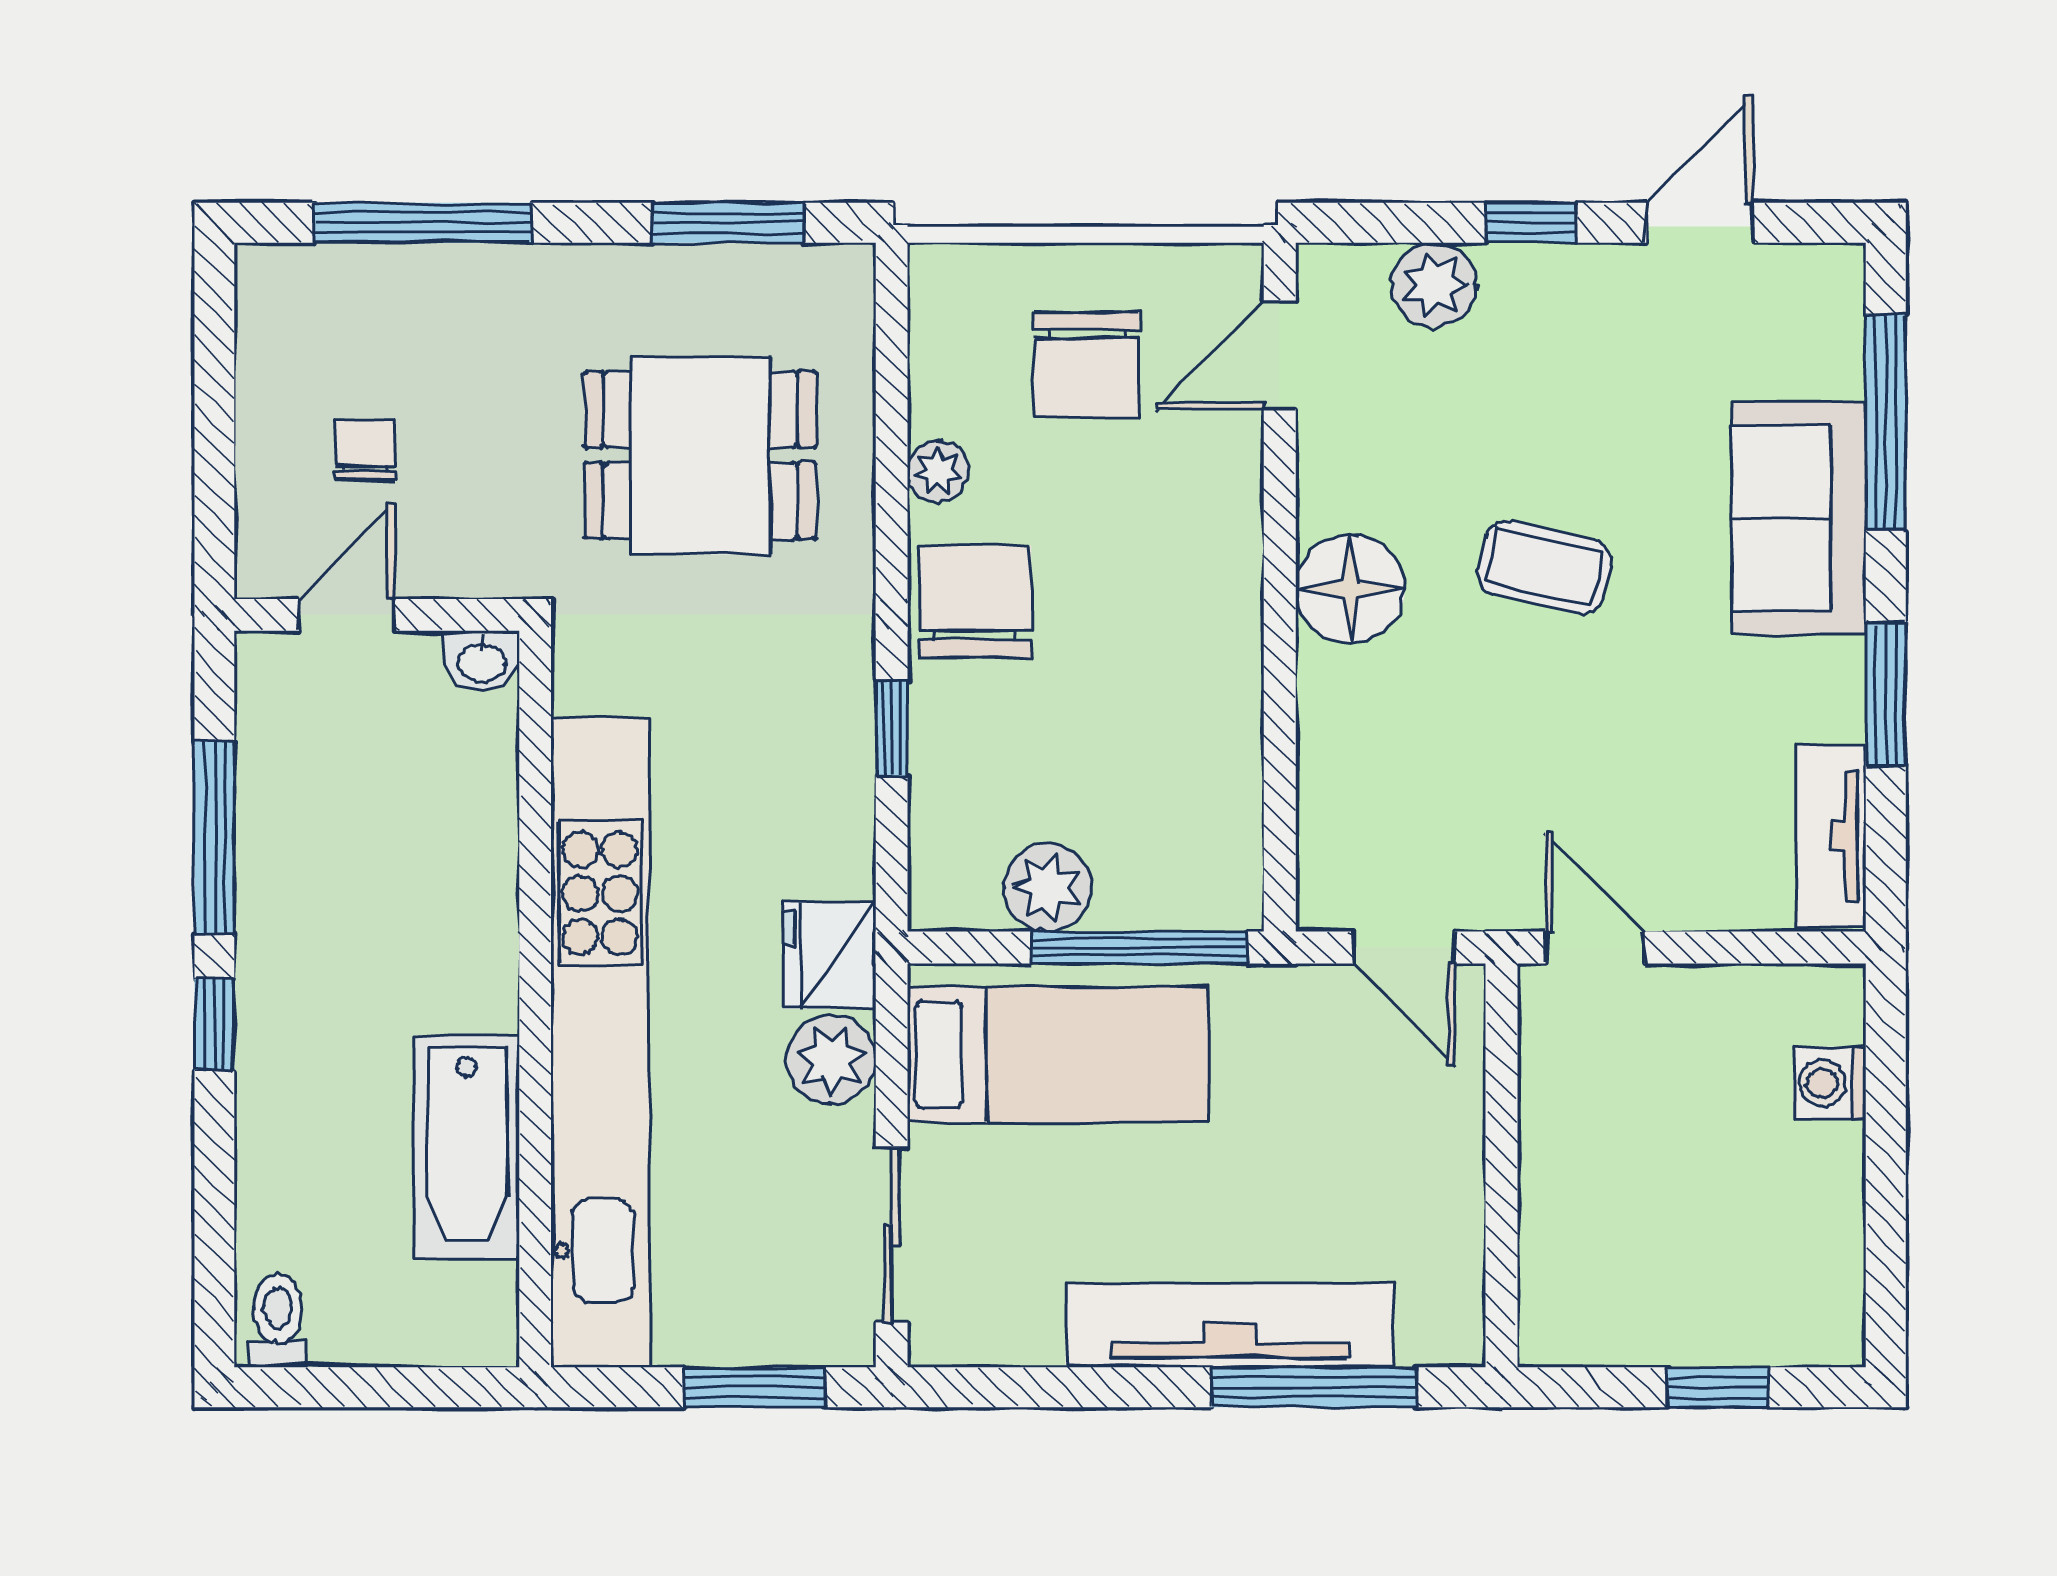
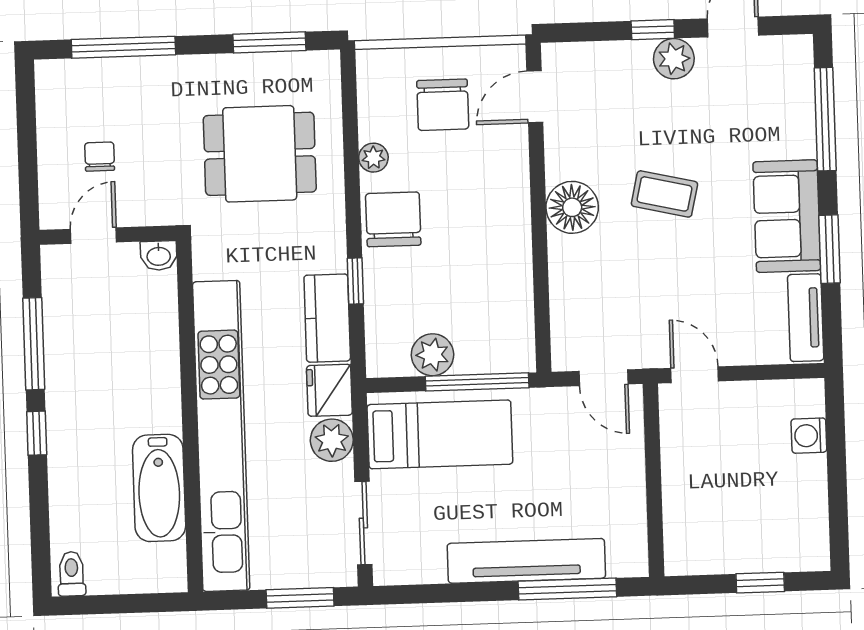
plant: (1434, 285) -> (674, 59), moved
sofa: (1799, 518) -> (787, 216), moved
kitchen counter: (830, 804) -> (327, 318), added

